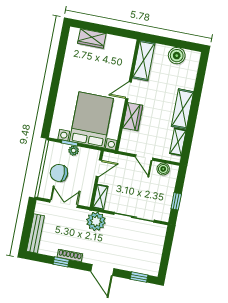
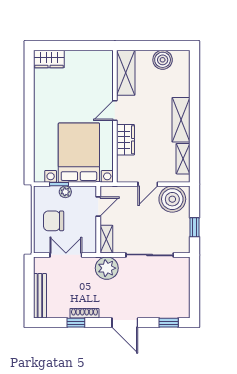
wardrobe: (92, 38) -> (49, 59), moved
door: (144, 157) -> (148, 184), hinge flipped
boiler: (163, 169) -> (172, 199), width x1.86, depth x1.86

